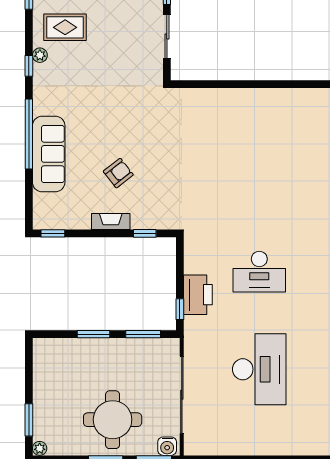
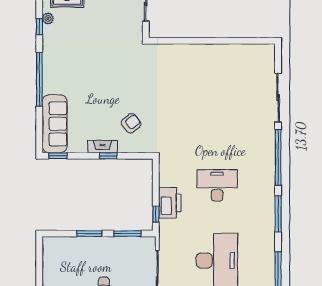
sofa: (49, 154) -> (55, 124), moved
armchair: (118, 173) -> (131, 123), moved
window: (145, 233) -> (108, 156), moved
desk: (259, 272) -> (217, 185), turned 180

